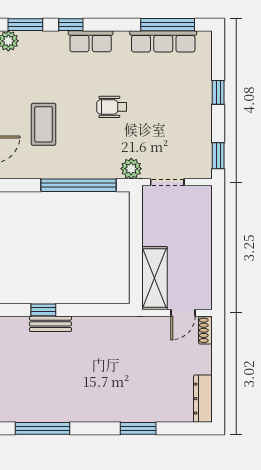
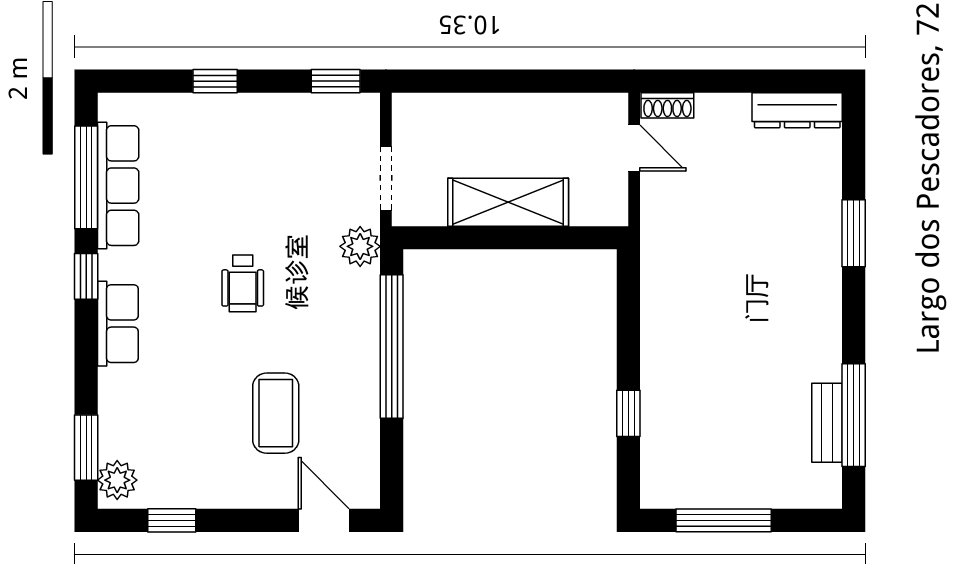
window: (71, 25) -> (86, 276), moved
coffee table: (44, 124) -> (276, 413), turned 90
shelving: (154, 278) -> (508, 202), moved
bench: (50, 324) -> (827, 423), moved

